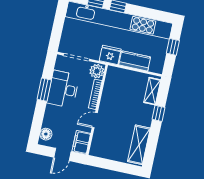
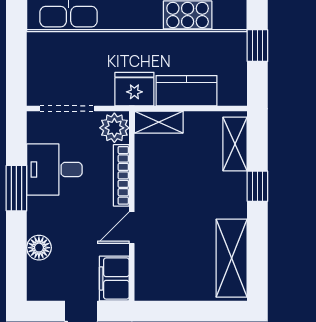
shelving: (118, 73) -> (159, 122), added
desk: (63, 89) -> (54, 169), width x0.73
floor lamp: (46, 134) -> (39, 248), moved

